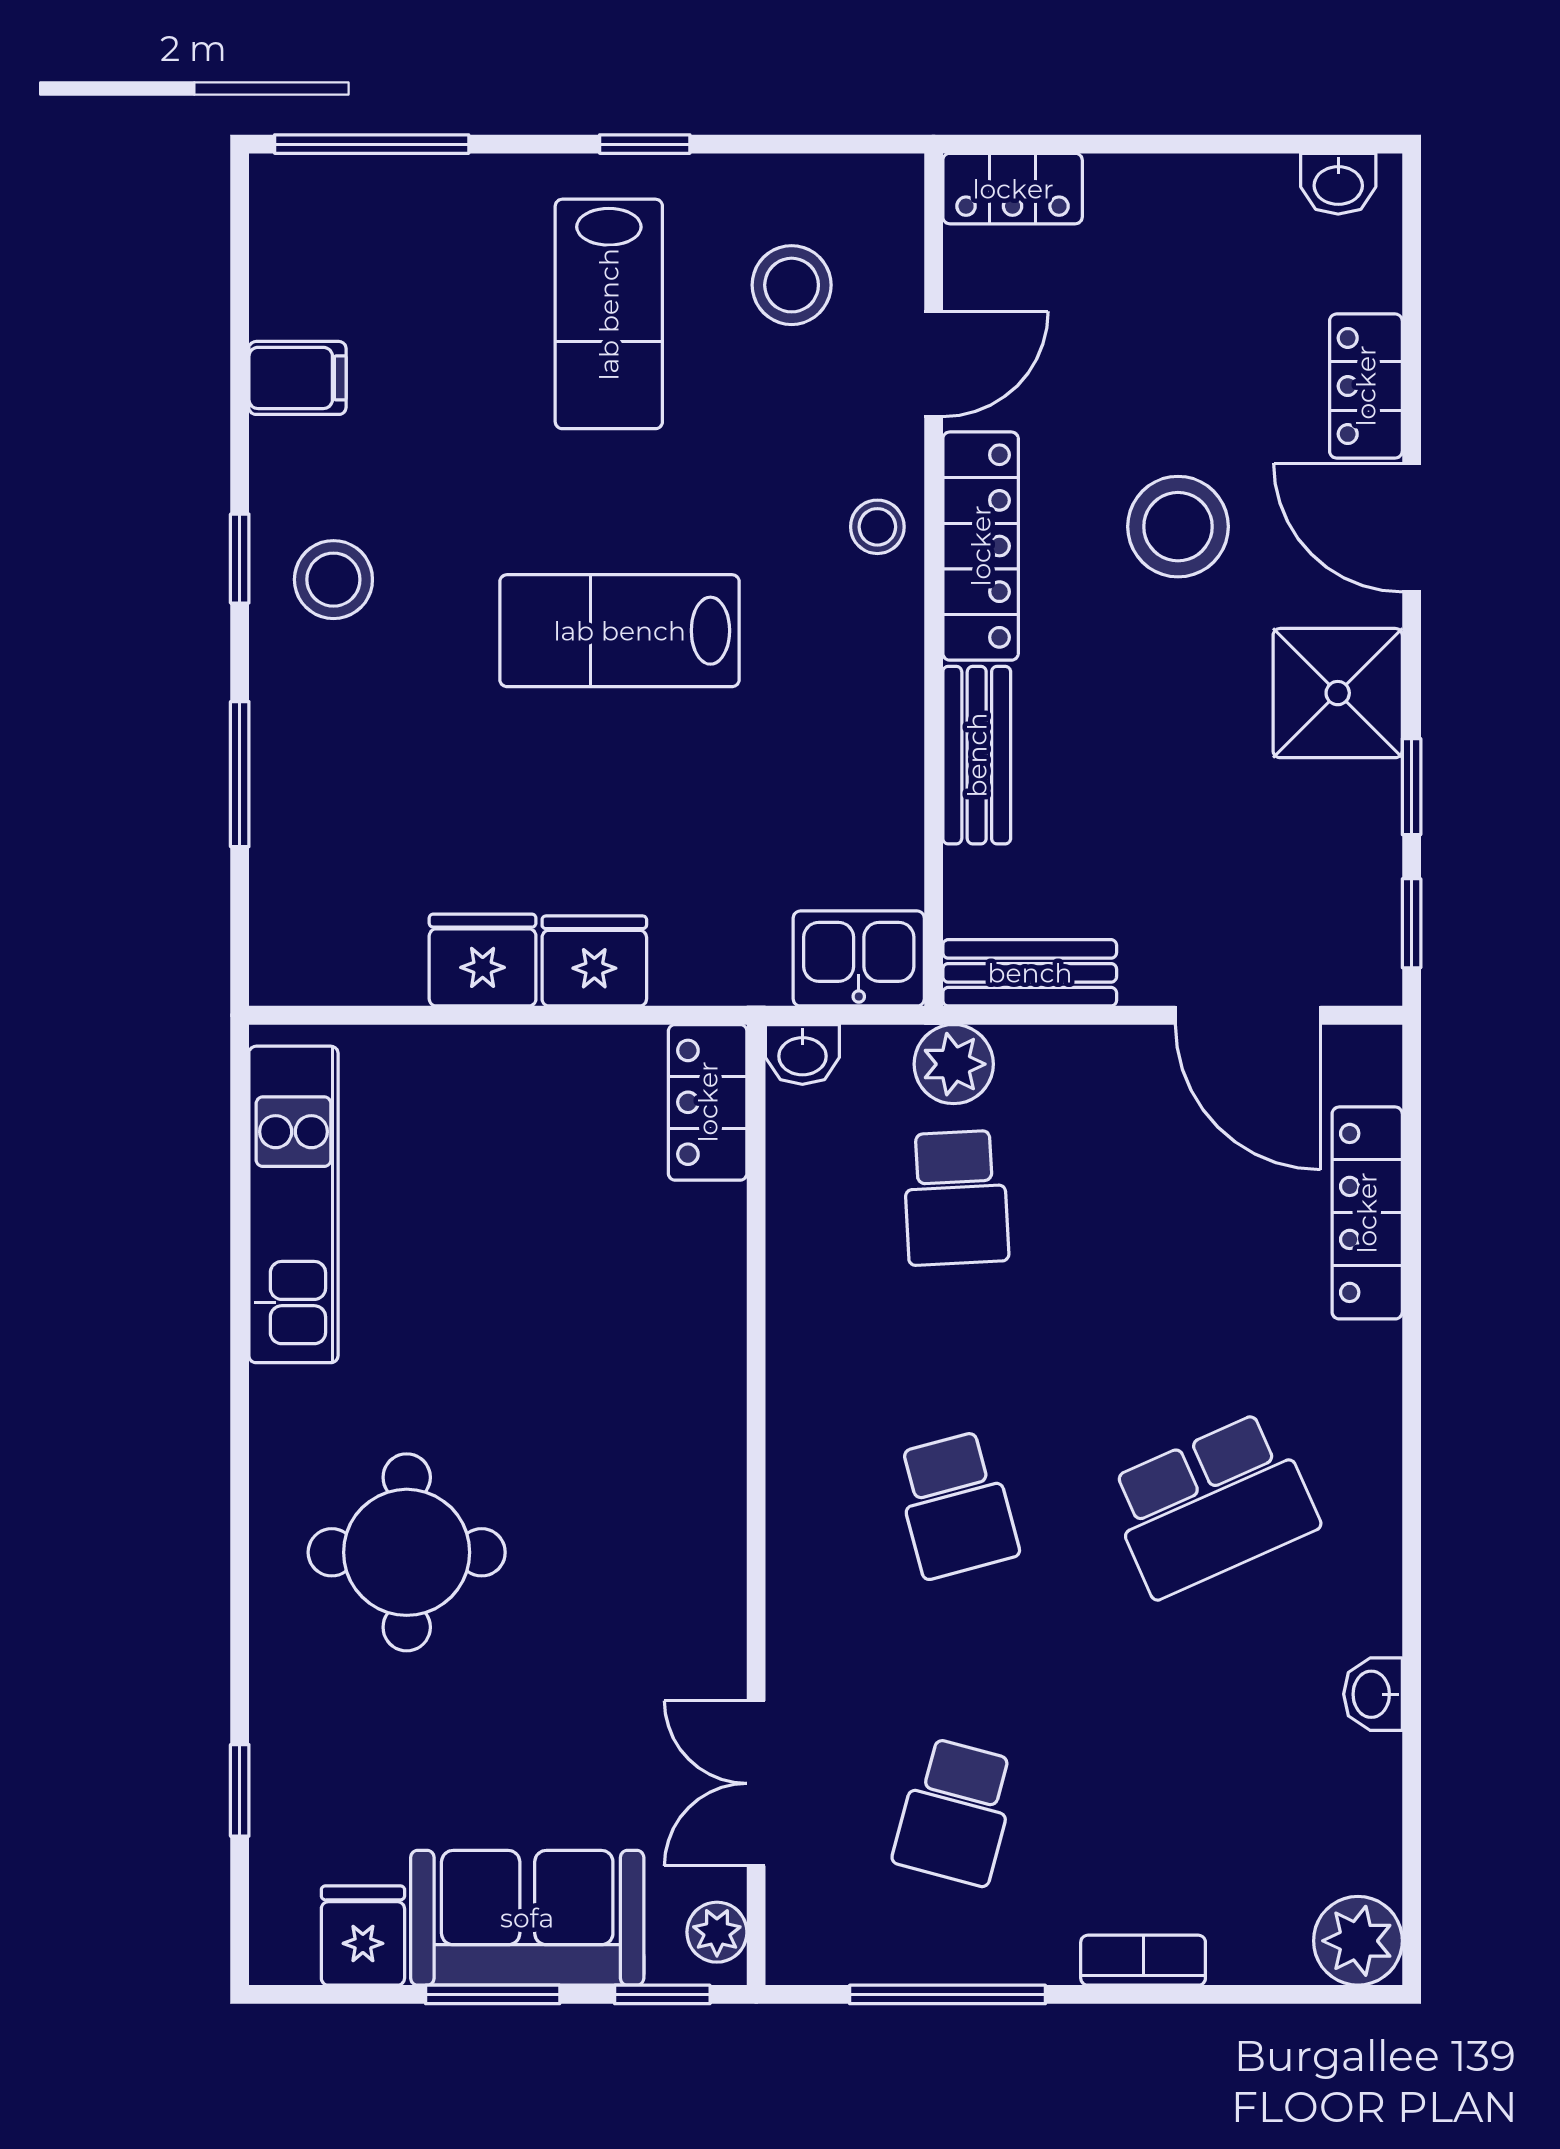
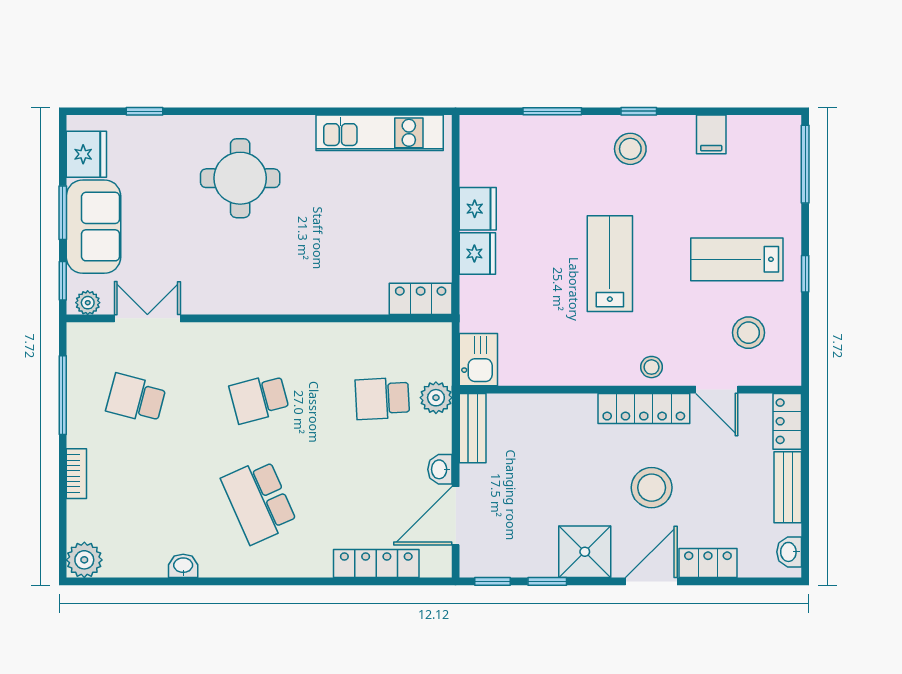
bench: (977, 755) -> (788, 487), moved, turned 90
washbasin: (802, 1054) -> (440, 469), moved
fridge: (363, 1936) -> (86, 154), width x1.38

